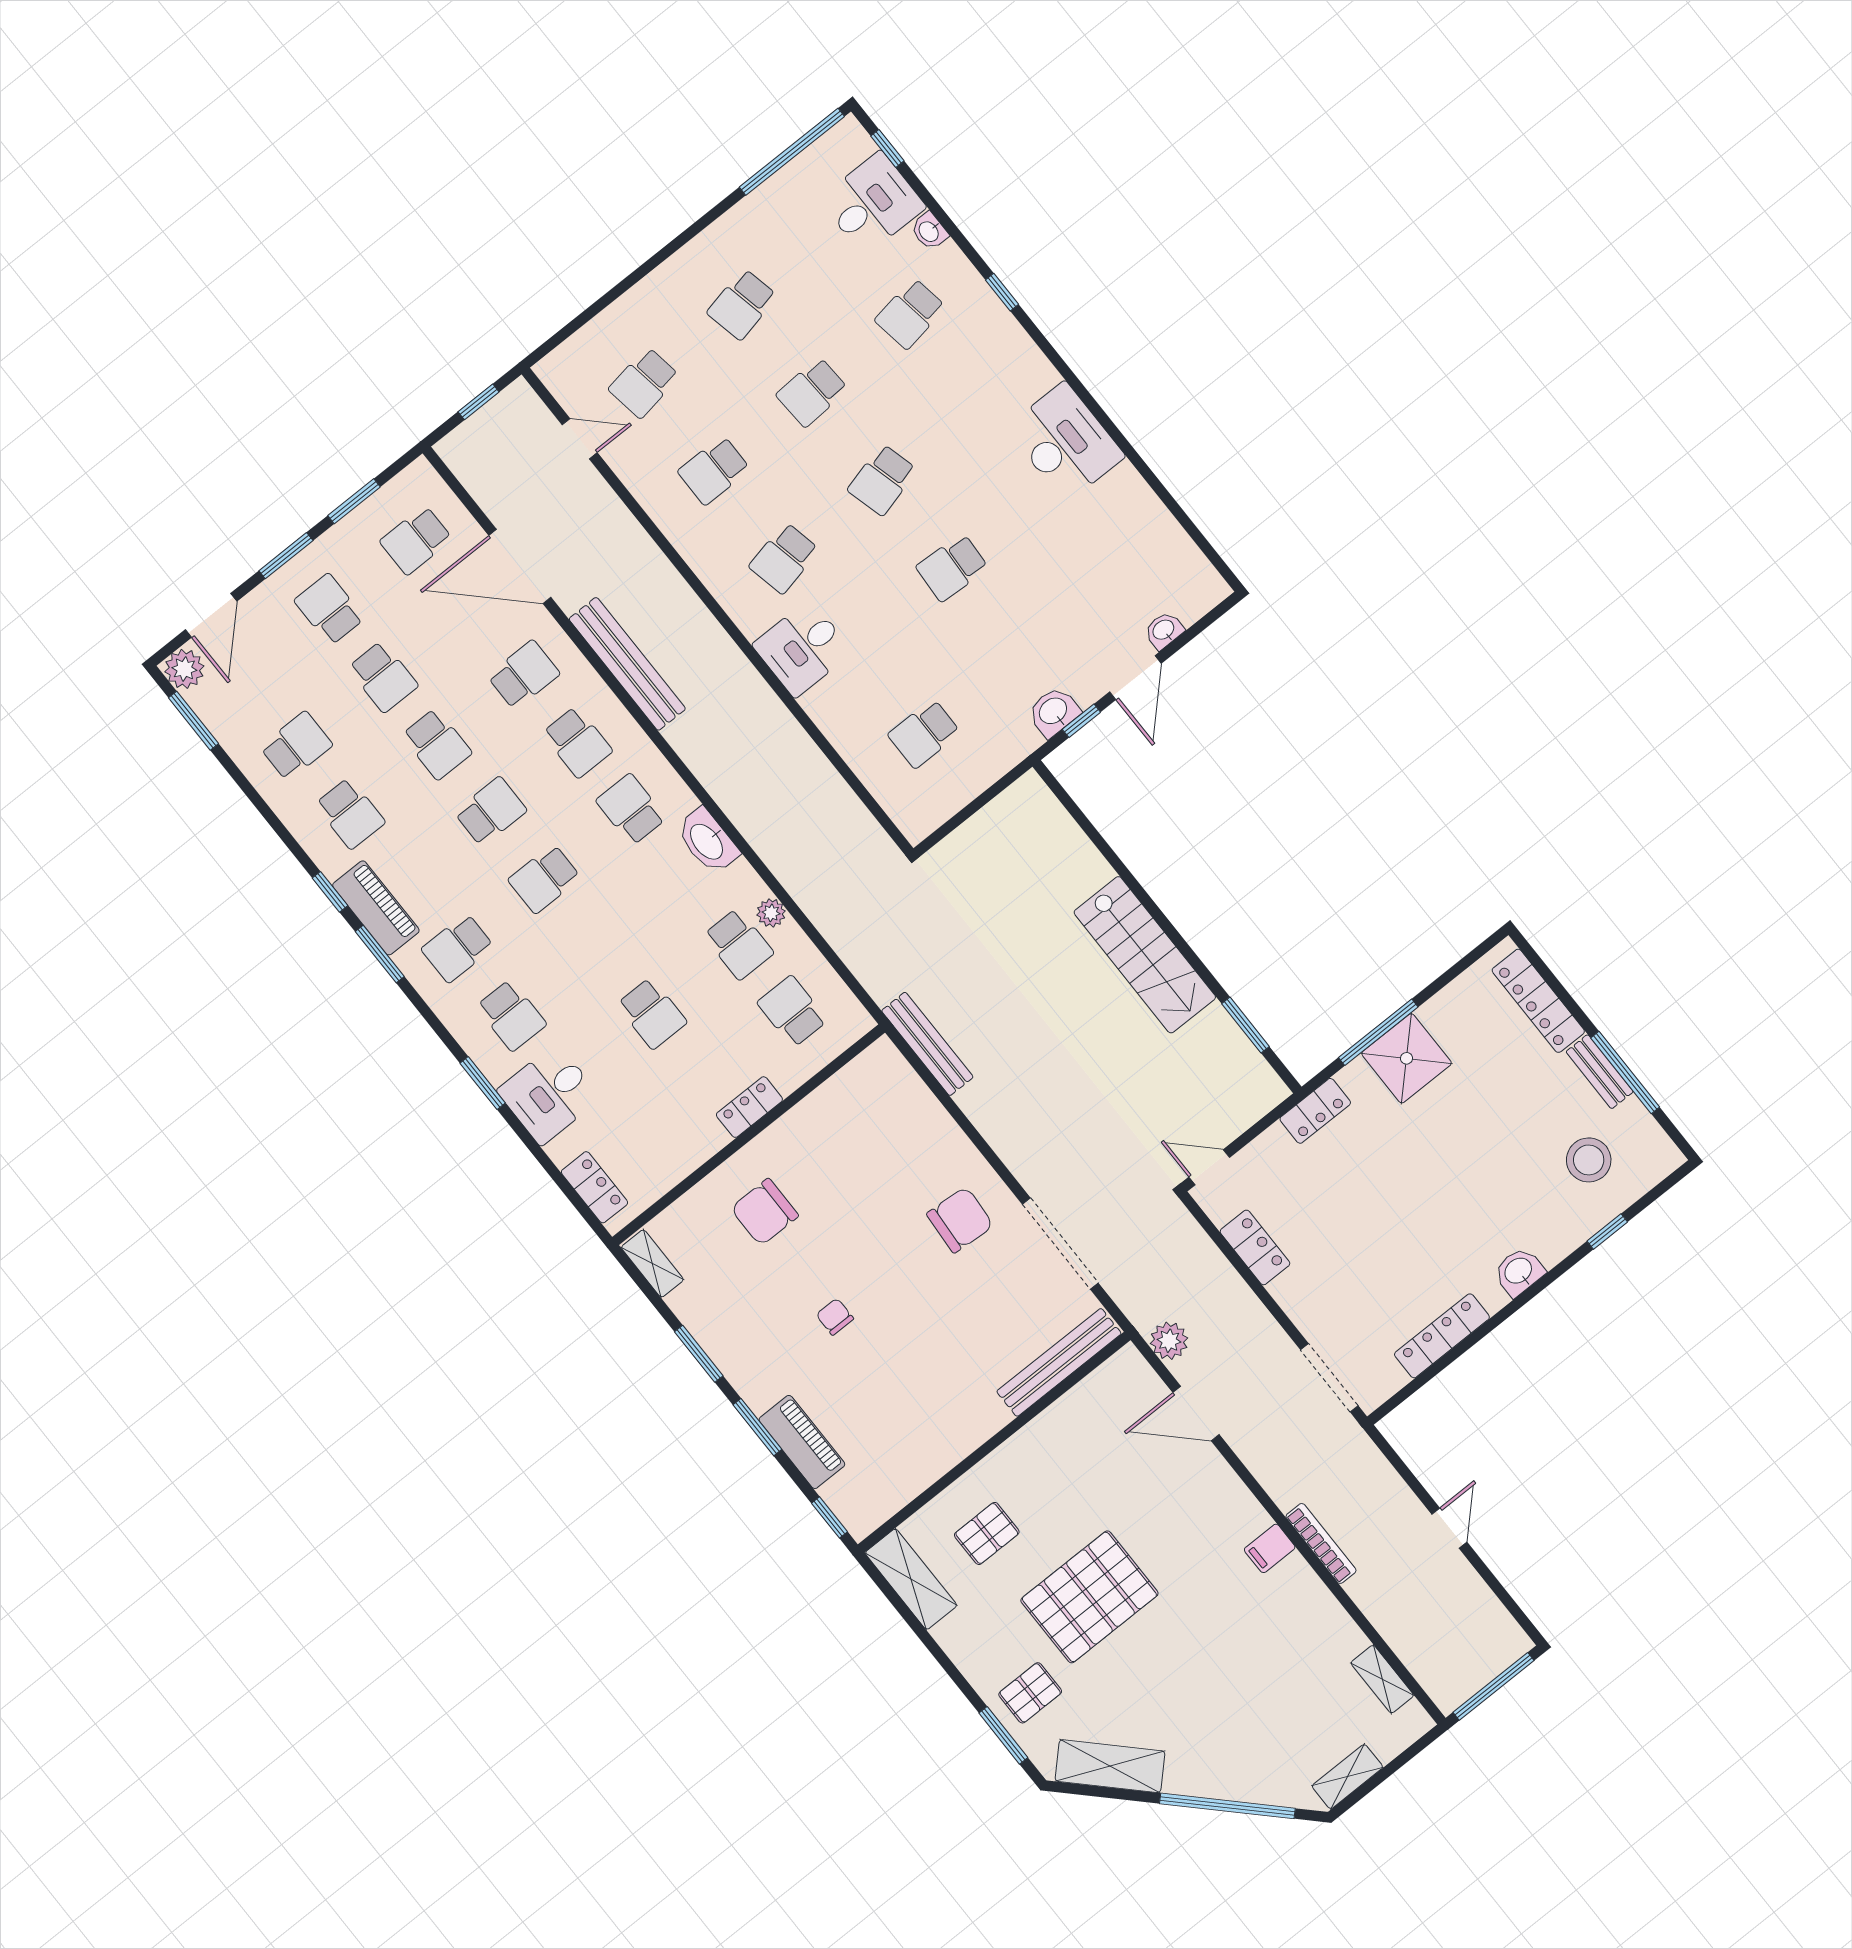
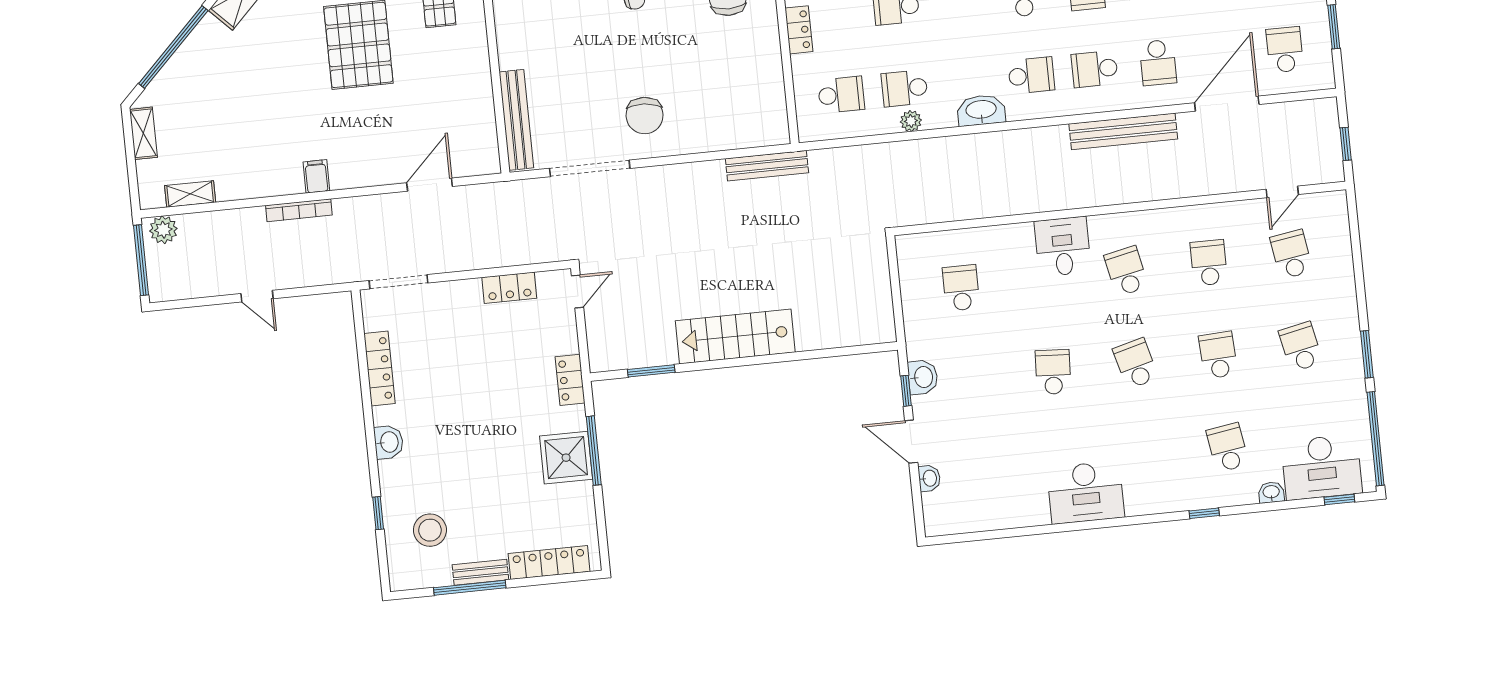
desk: (873, 203) -> (1322, 467), width x1.37
window: (702, 223) -> (1367, 354), added
plant: (1169, 1341) -> (163, 230), moved

